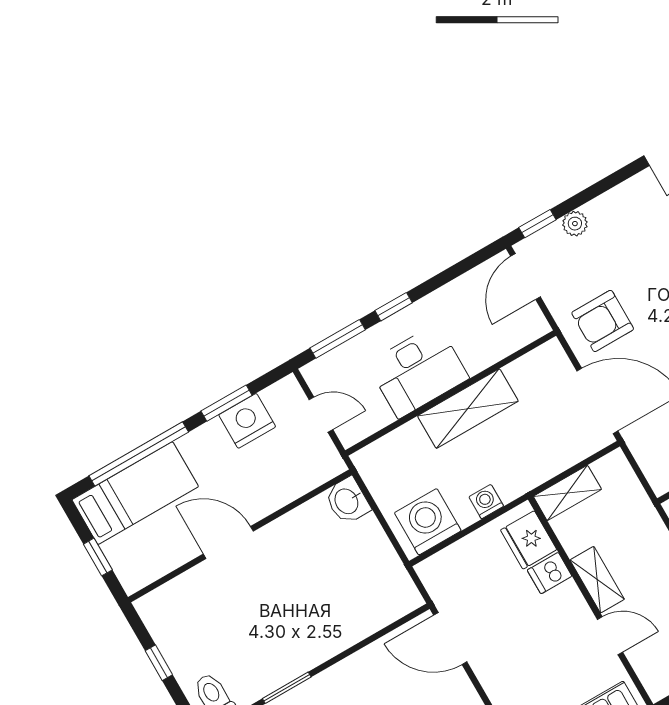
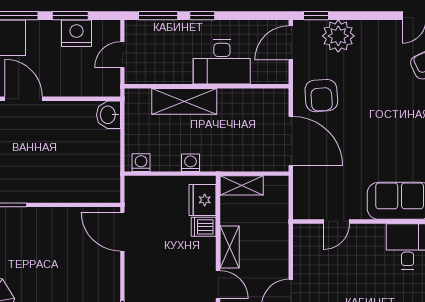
plant: (575, 224) -> (338, 36), width x1.88, depth x1.88
armchair: (603, 321) -> (321, 96), turned -94
desk: (418, 371) -> (222, 62), moved
shelving: (468, 409) -> (184, 101), moved
door: (321, 415) -> (122, 55), swing flipped
washing machine: (428, 522) -> (141, 163), width x0.53, depth x0.53

